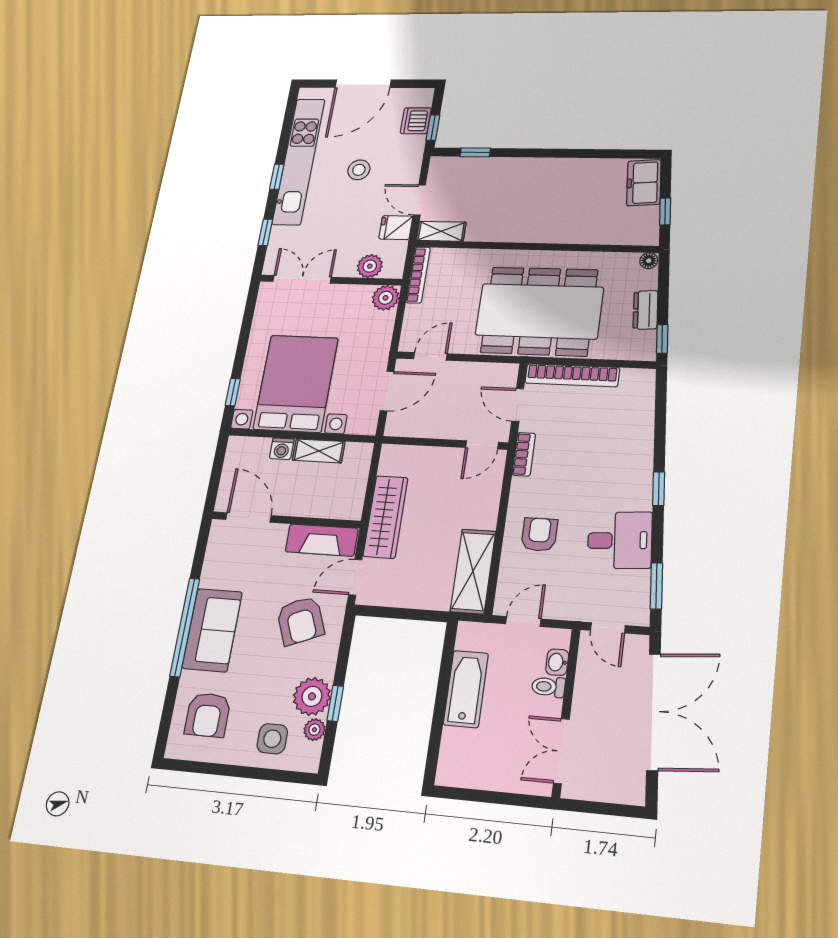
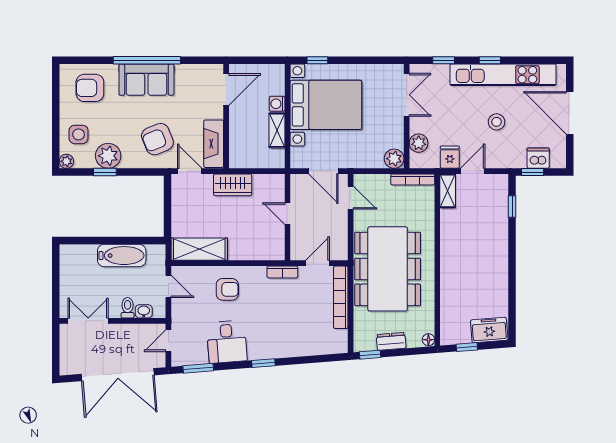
door: (482, 445) -> (288, 214), moved
wardrobe: (386, 517) -> (233, 185), width x0.67
plant: (314, 730) -> (66, 161), moved

